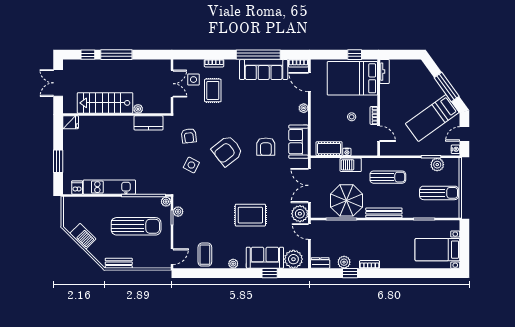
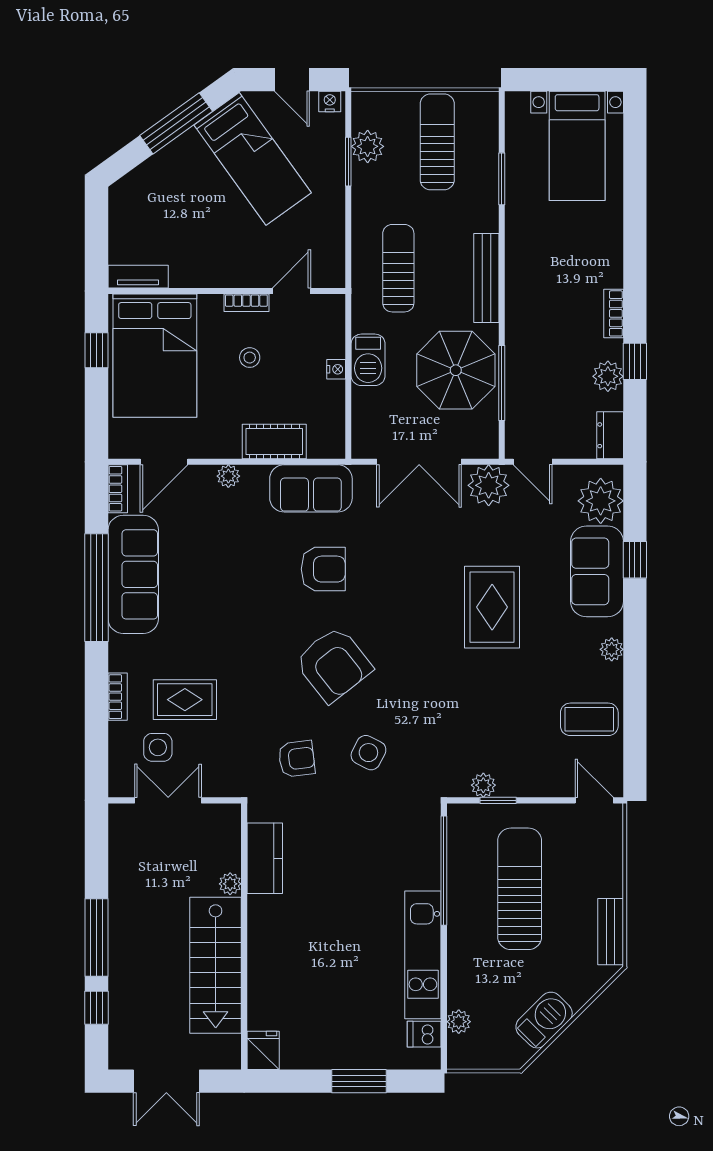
cot: (329, 149) -> (274, 442), moved, turned 90
plant: (166, 202) -> (459, 1022), moved
door: (309, 232) -> (533, 462), hinge flipped

